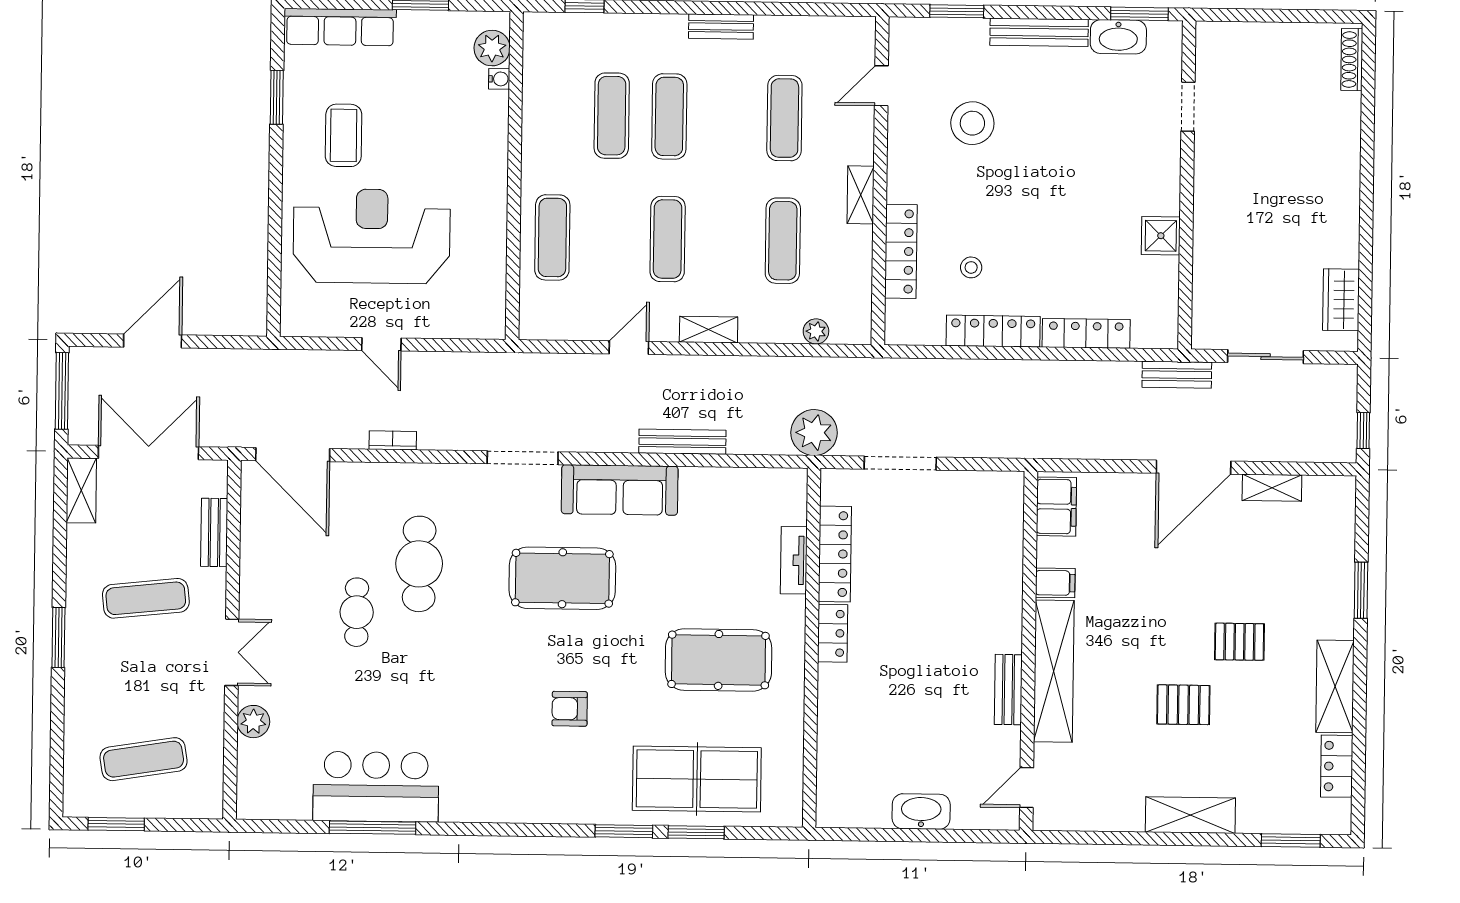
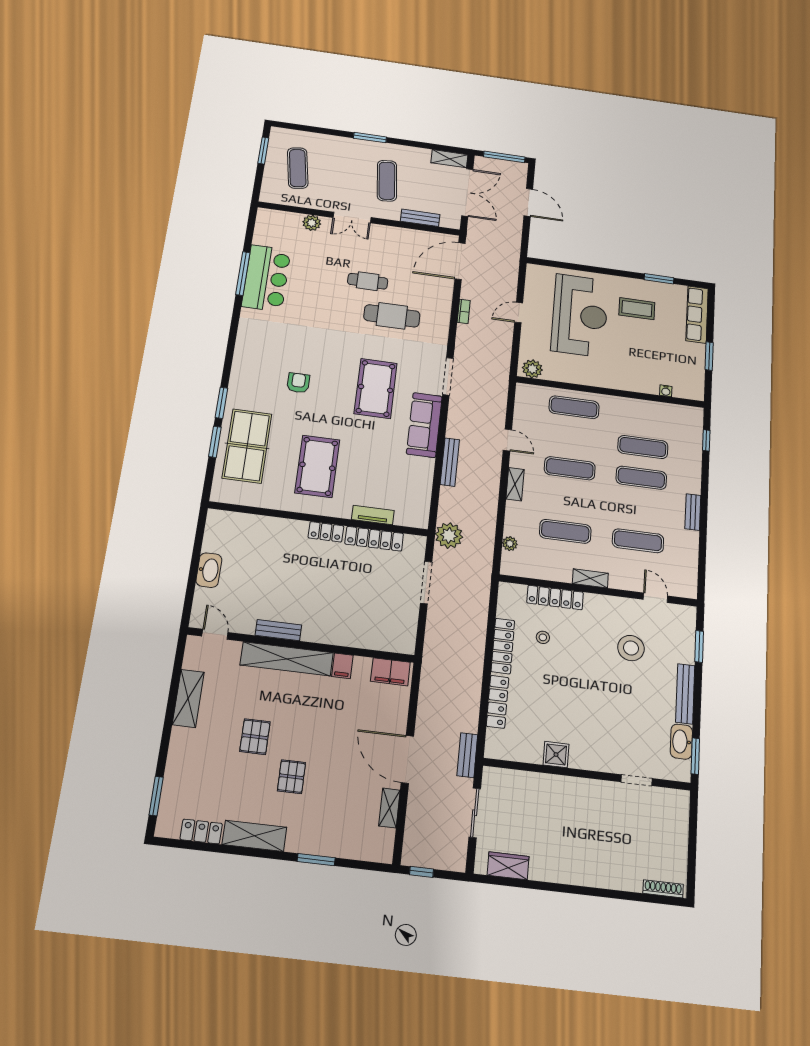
plant: (492, 48) -> (532, 369), moved
shelving: (1190, 815) -> (188, 698), moved

